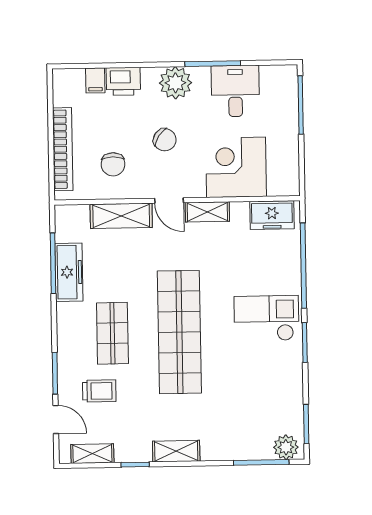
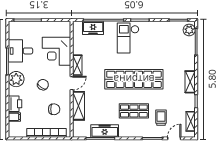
freezer: (272, 215) -> (93, 28), moved, turned 90

